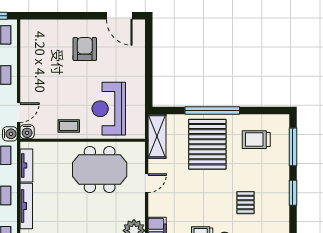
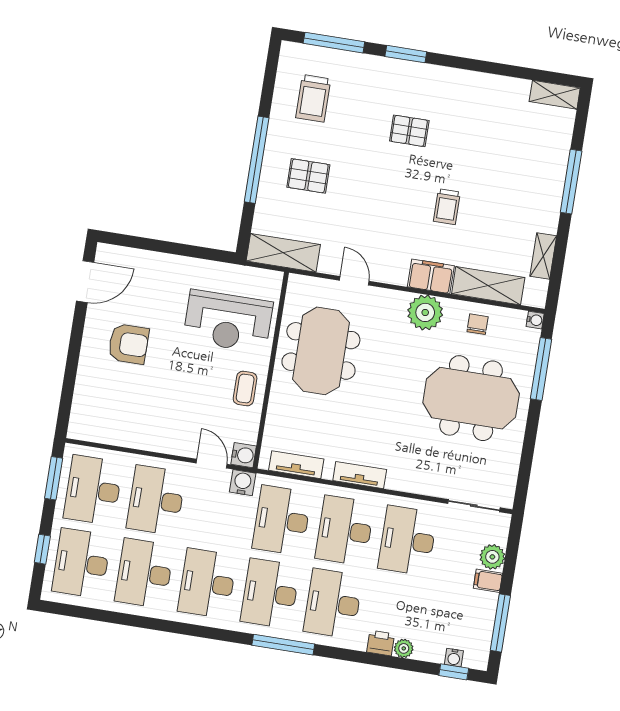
armchair: (85, 49) -> (128, 344), turned 180
pallet: (207, 144) -> (308, 176), width x0.49, depth x0.50
tv unit: (26, 206) -> (360, 475), width x0.71

